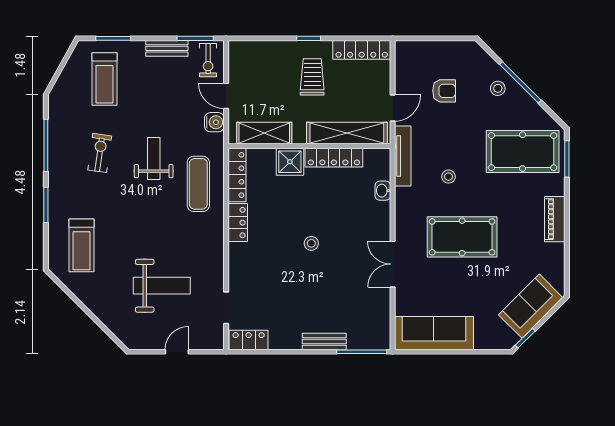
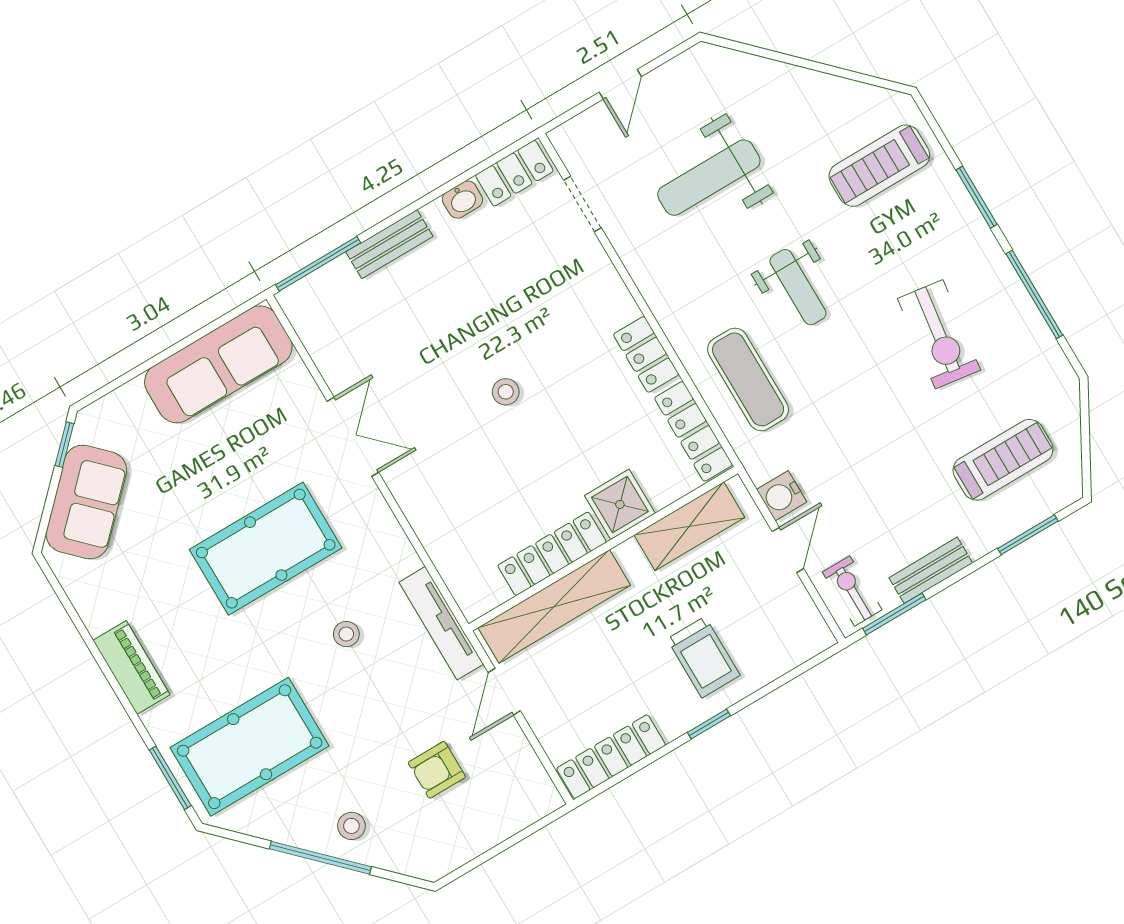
trolley: (312, 77) -> (703, 657), moved
treadmill: (105, 79) -> (1003, 460), turned 90
door: (226, 96) -> (788, 550), hinge flipped
exercise bike: (100, 153) -> (939, 334), width x1.38, depth x1.39
weight bench: (154, 158) -> (798, 287), moved
washbasin: (383, 191) -> (462, 200), moved, turned 90
treadmill: (81, 245) -> (879, 166), turned -90

